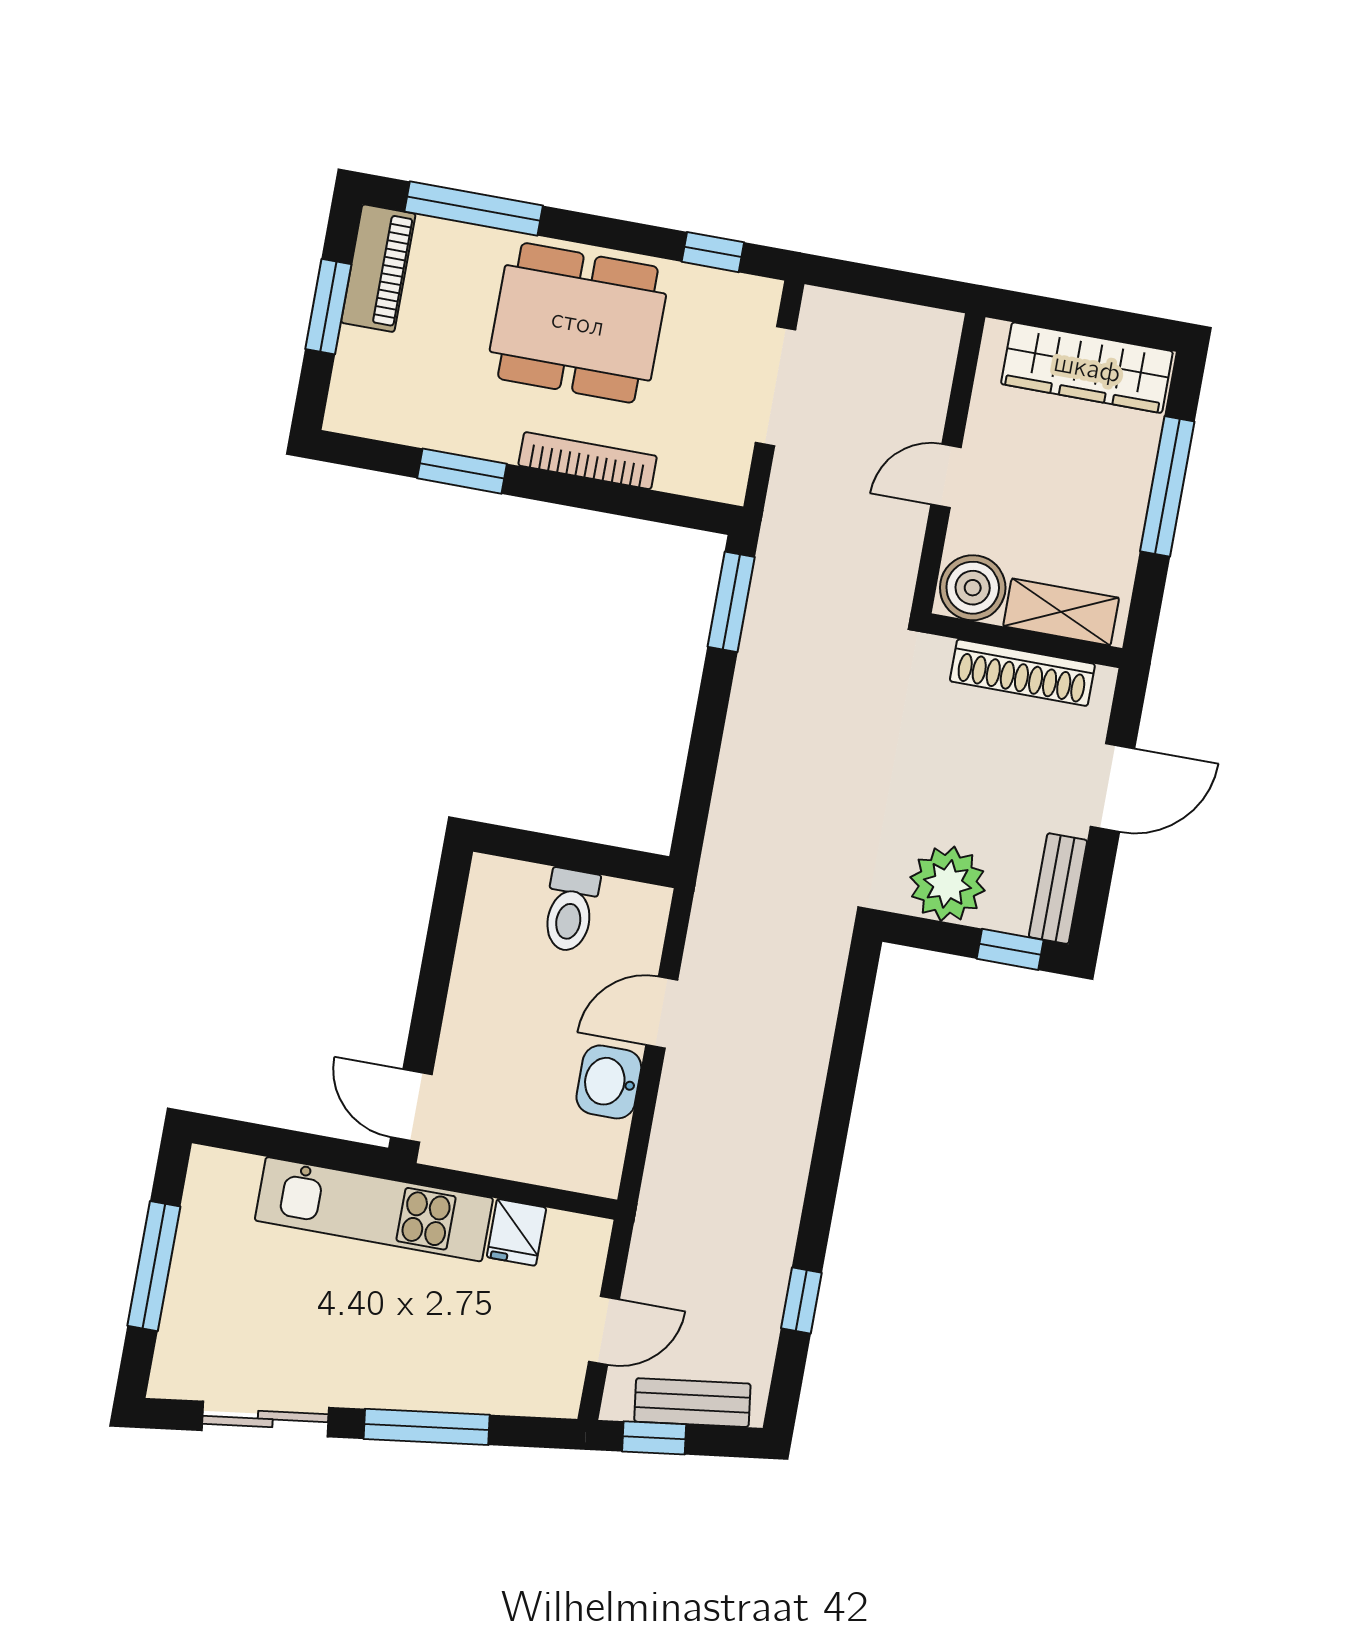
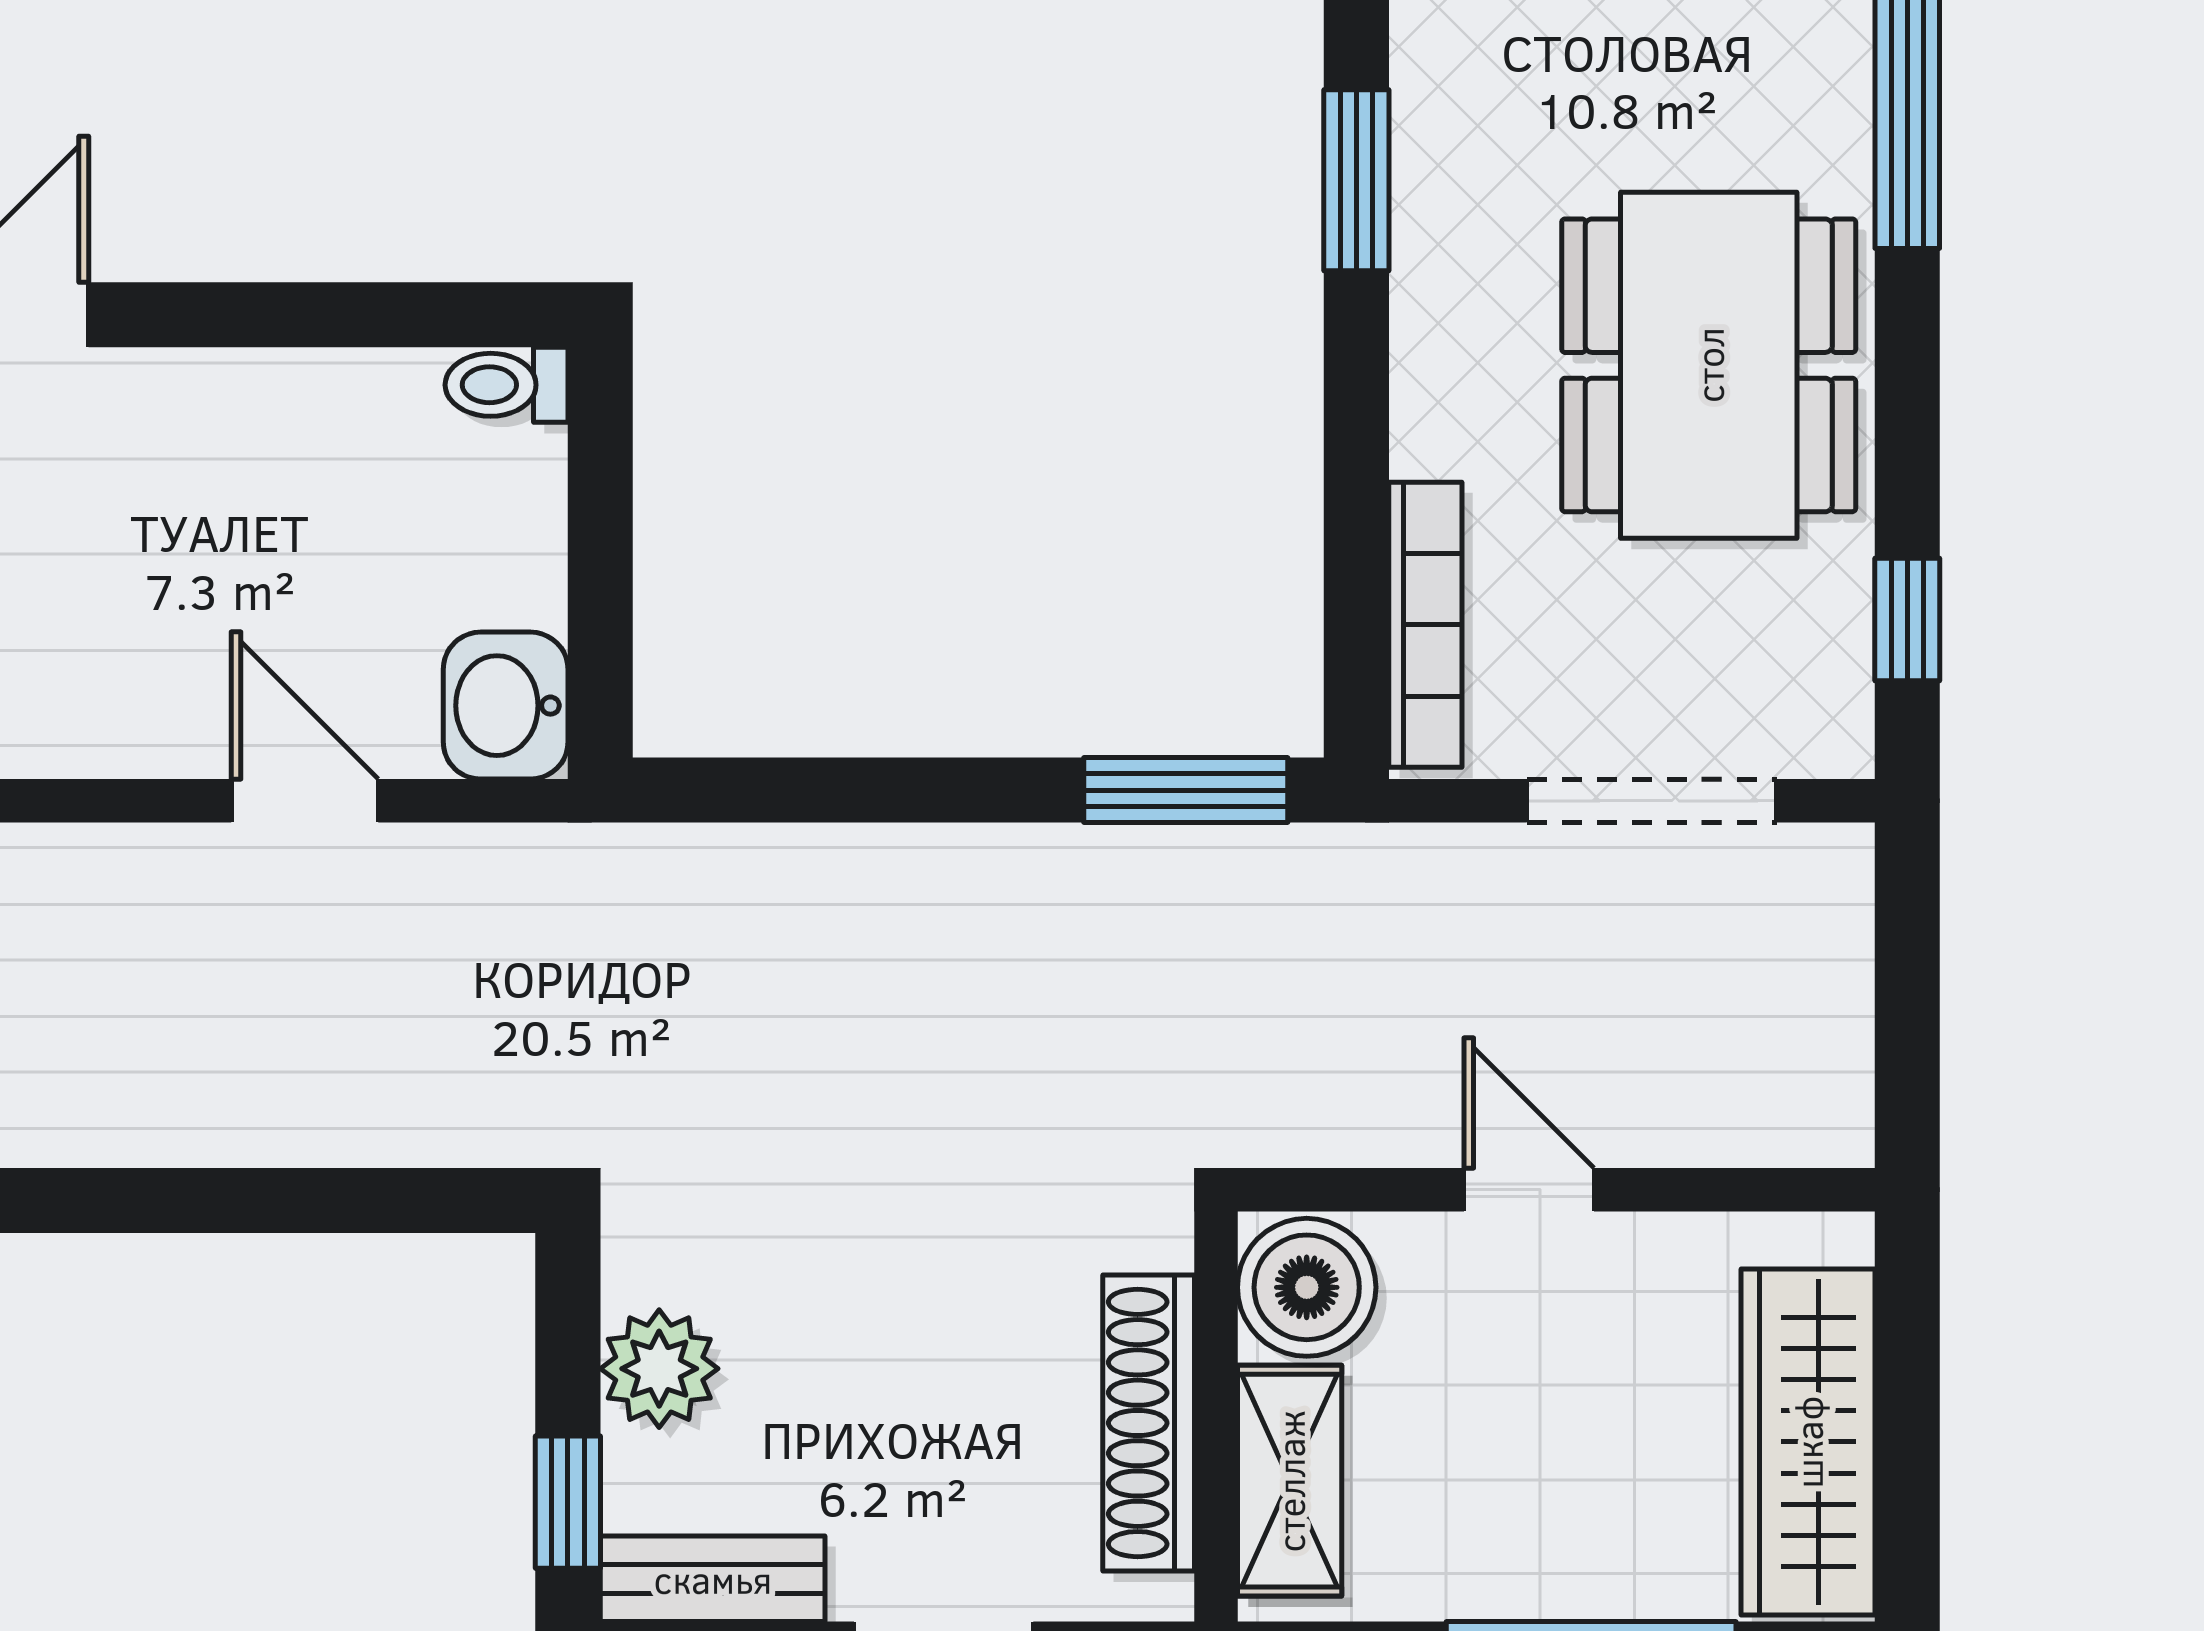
bookcase: (588, 461) -> (1425, 625), moved
plant: (948, 884) -> (659, 1369), width x0.73, depth x0.73
toilet: (570, 910) -> (507, 385), moved, width x0.73, depth x0.72
washbasin: (609, 1082) -> (506, 706), moved, turned -90

